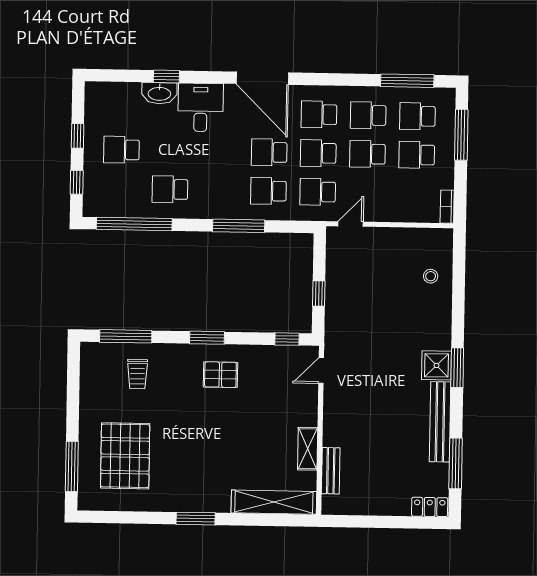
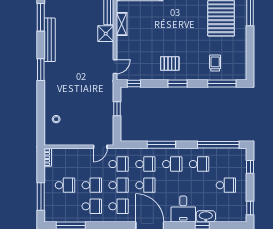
school desk: (417, 116) -> (172, 164), moved
window: (78, 136) -> (250, 208), moved
shower: (436, 365) -> (106, 34), moved

